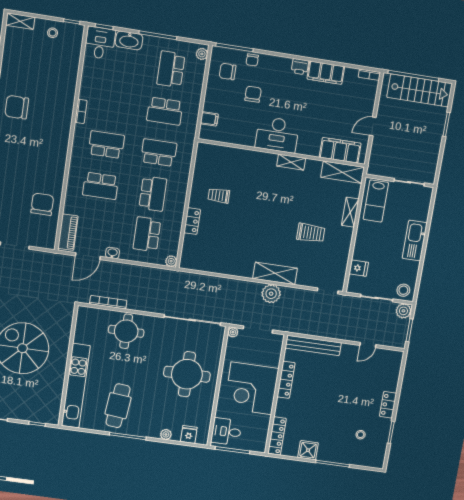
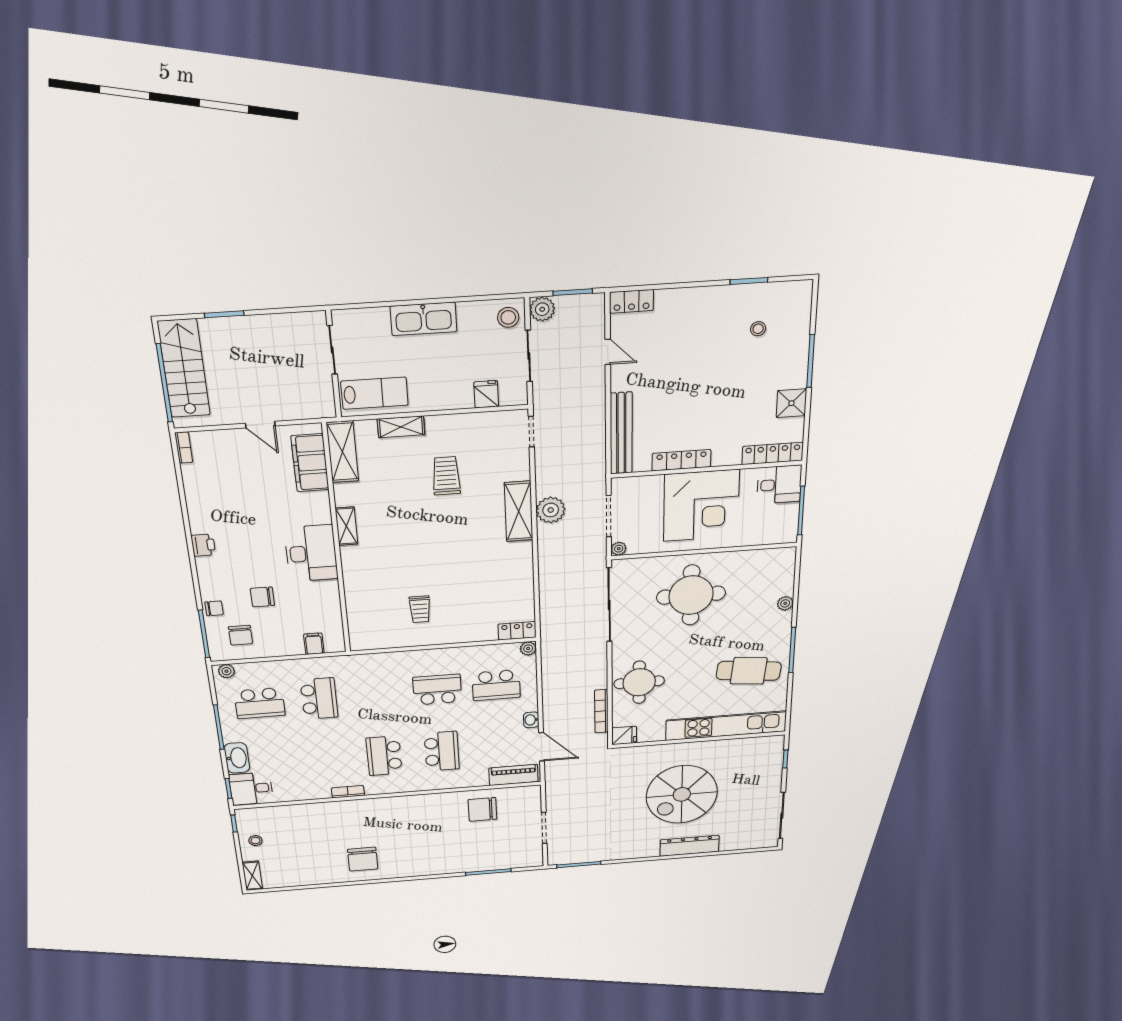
filing cabinet: (326, 73) -> (201, 509), removed
school desk: (159, 153) -> (378, 694), removed
locker: (192, 221) -> (517, 631), moved
locker: (388, 405) -> (632, 301), moved
desk: (226, 432) -> (779, 485), moved, turned -90
fridge: (189, 435) -> (624, 735), moved, turned 180

